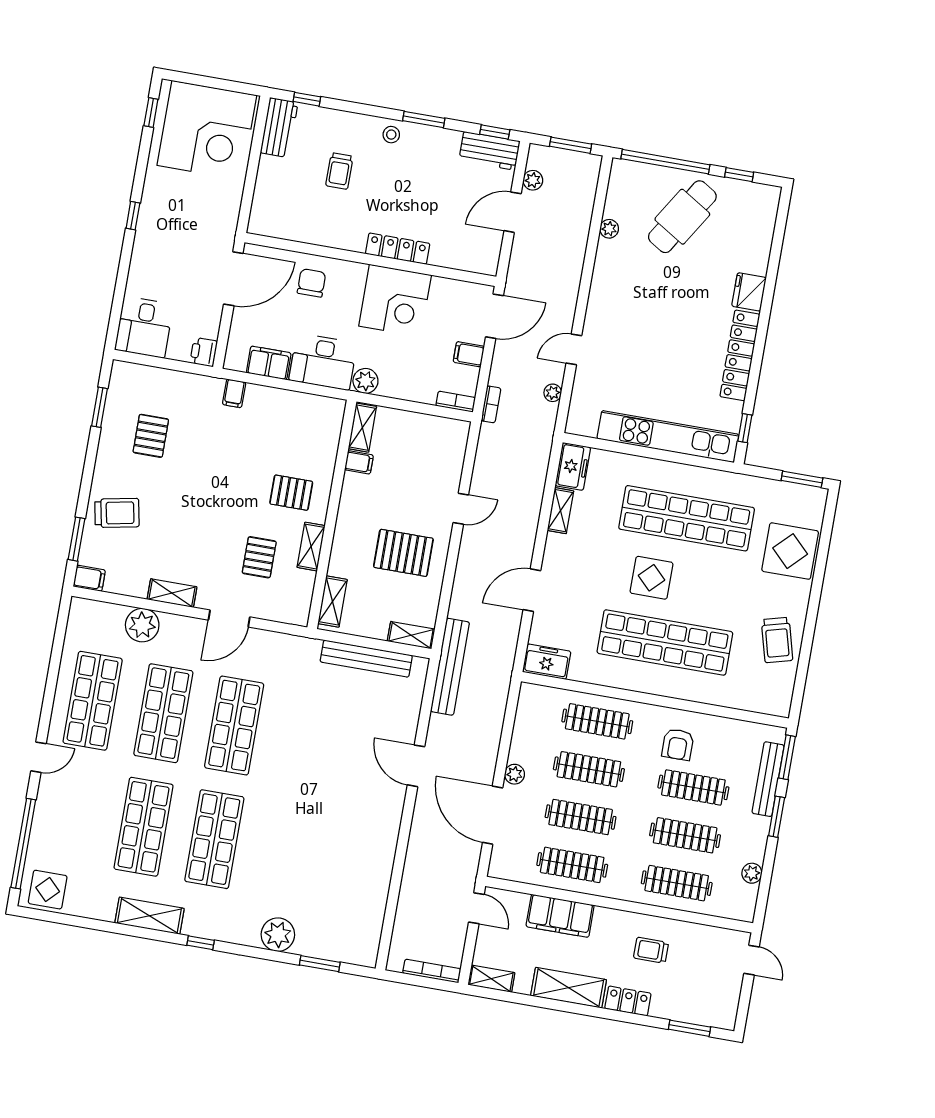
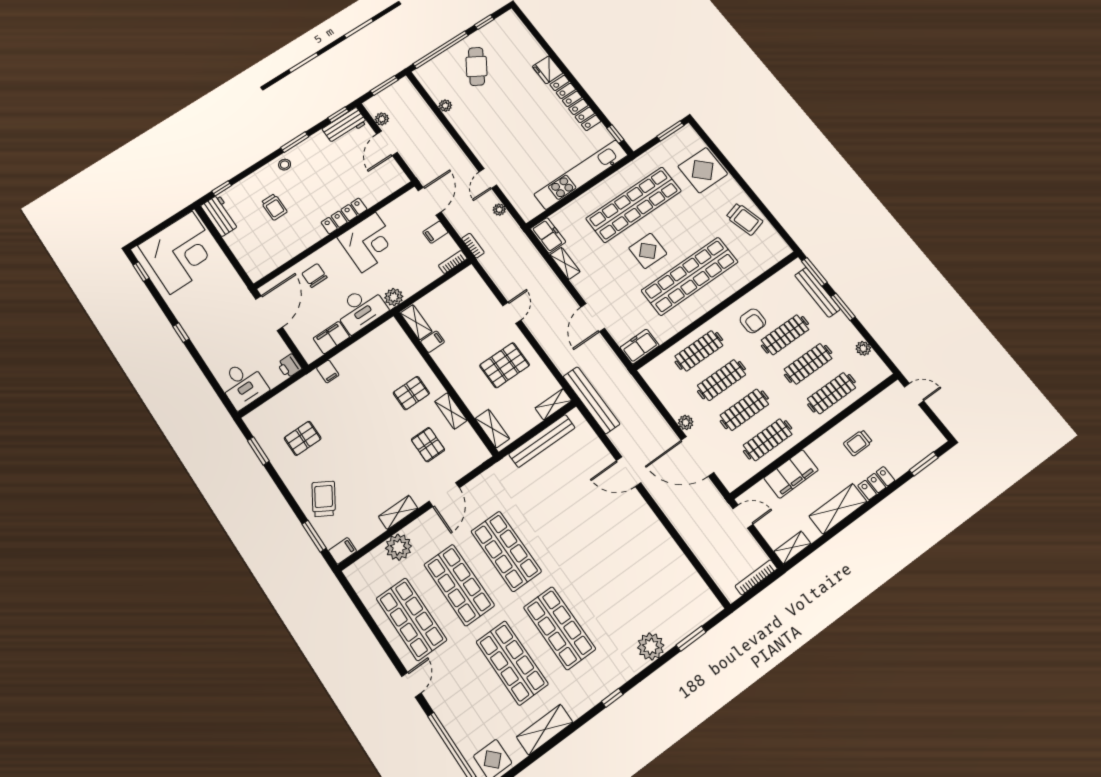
cafe table: (682, 217) -> (476, 66), width x0.73, depth x0.74
pallet: (151, 436) -> (303, 438), turned 90
trolley: (117, 513) -> (324, 499), turned -48
shelving: (149, 916) -> (545, 730), moved

